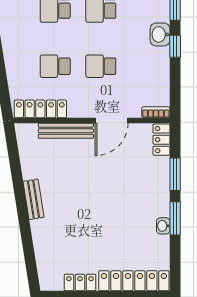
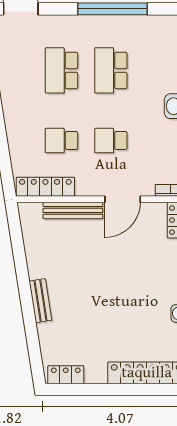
bench: (34, 199) -> (40, 301), moved
locker: (80, 283) -> (66, 375), moved

